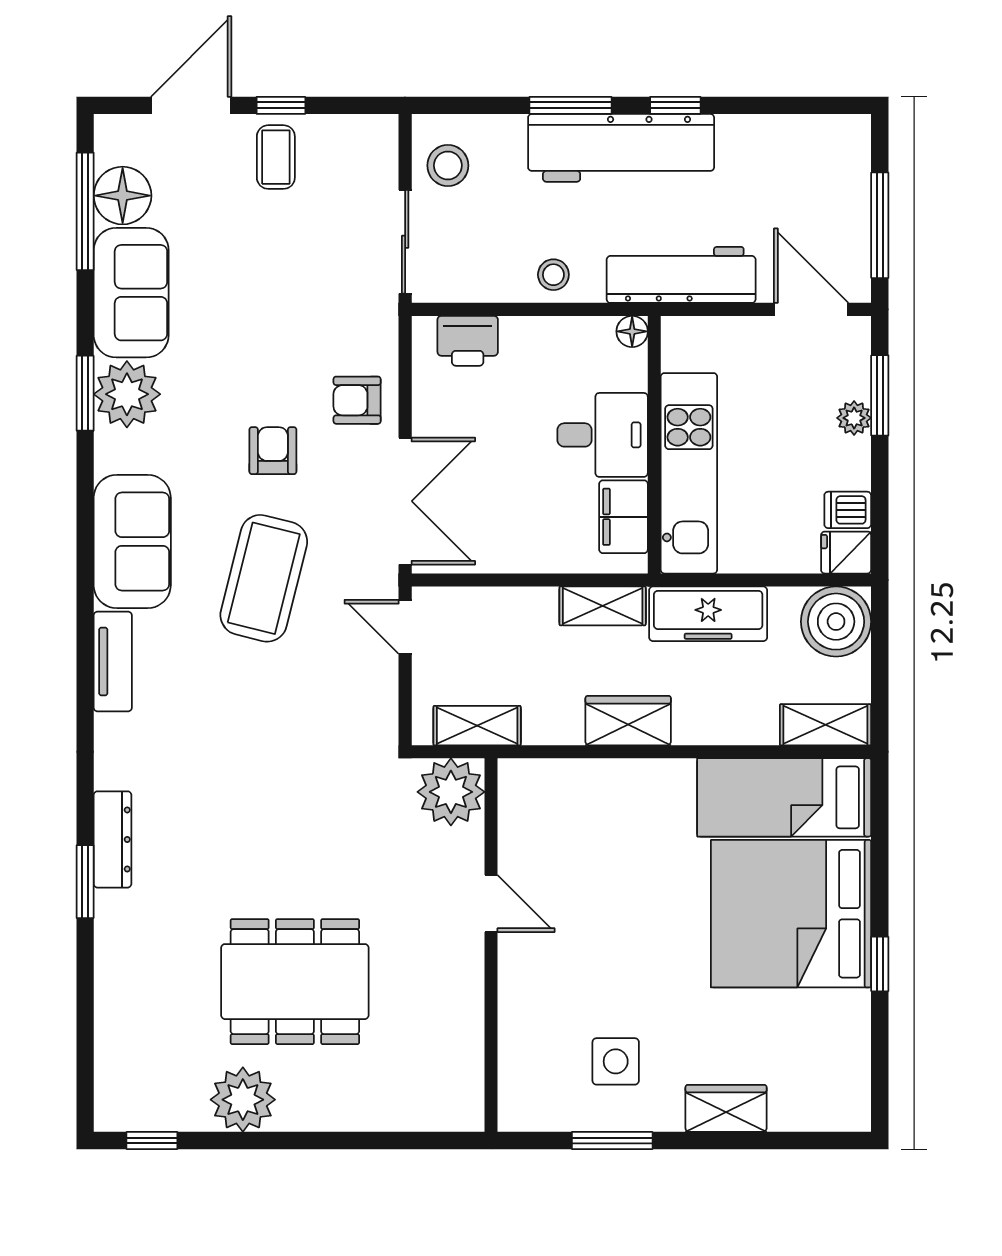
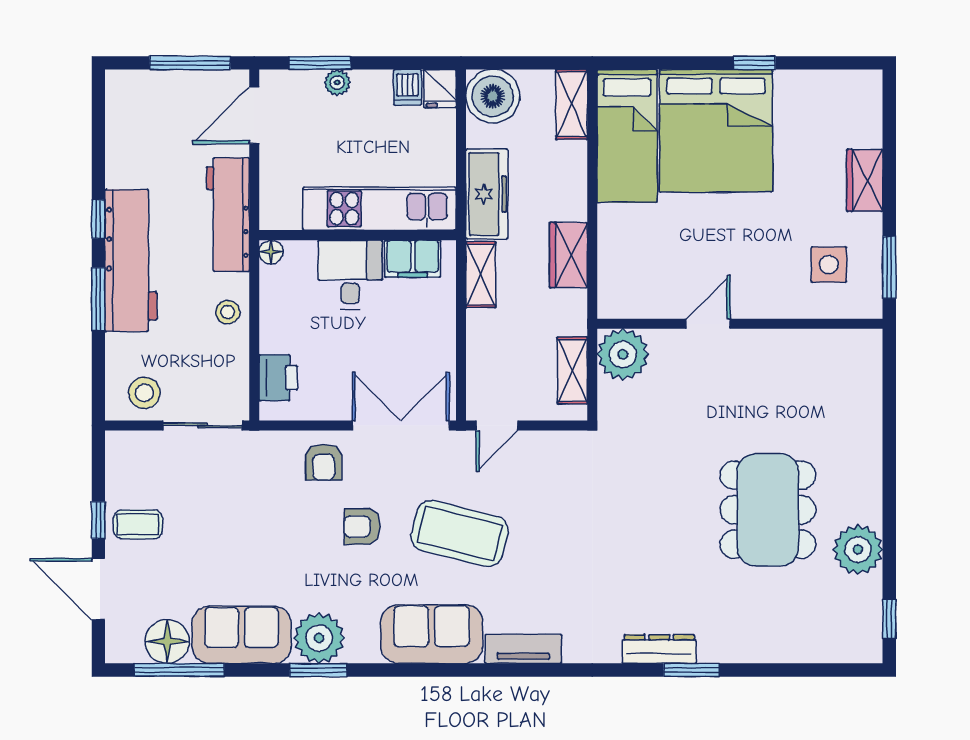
plant: (451, 792) -> (623, 354), moved
door: (491, 904) -> (708, 324), moved
wall: (491, 945) -> (740, 324), moved

